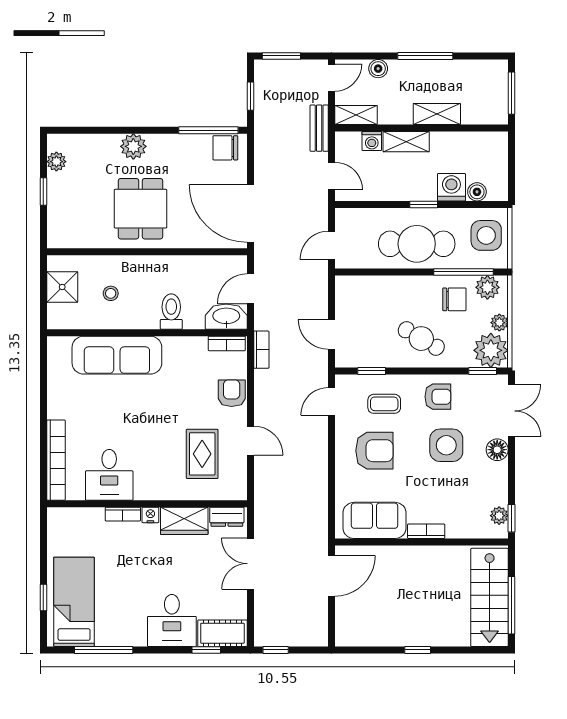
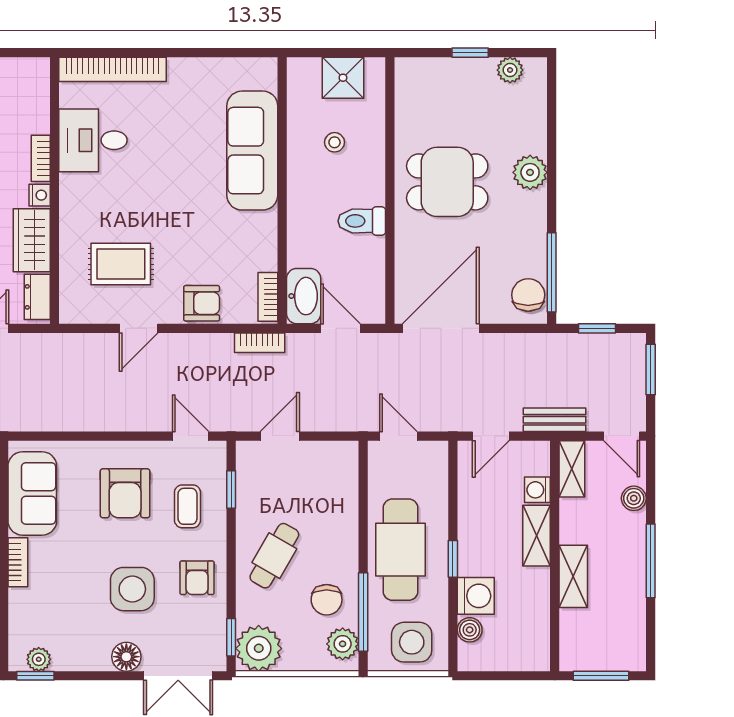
toilet: (171, 312) -> (362, 221), moved, turned 180
plant: (499, 323) -> (296, 660), removed

